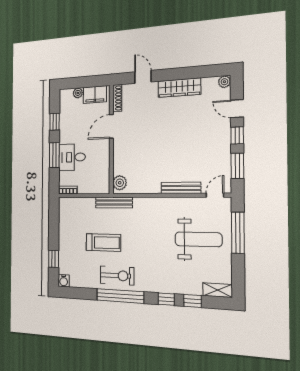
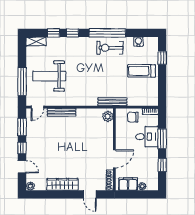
chair: (89, 182) -> (133, 117), added
treadmill: (103, 243) -> (142, 71), moved
water cooler: (64, 281) -> (138, 42), moved

